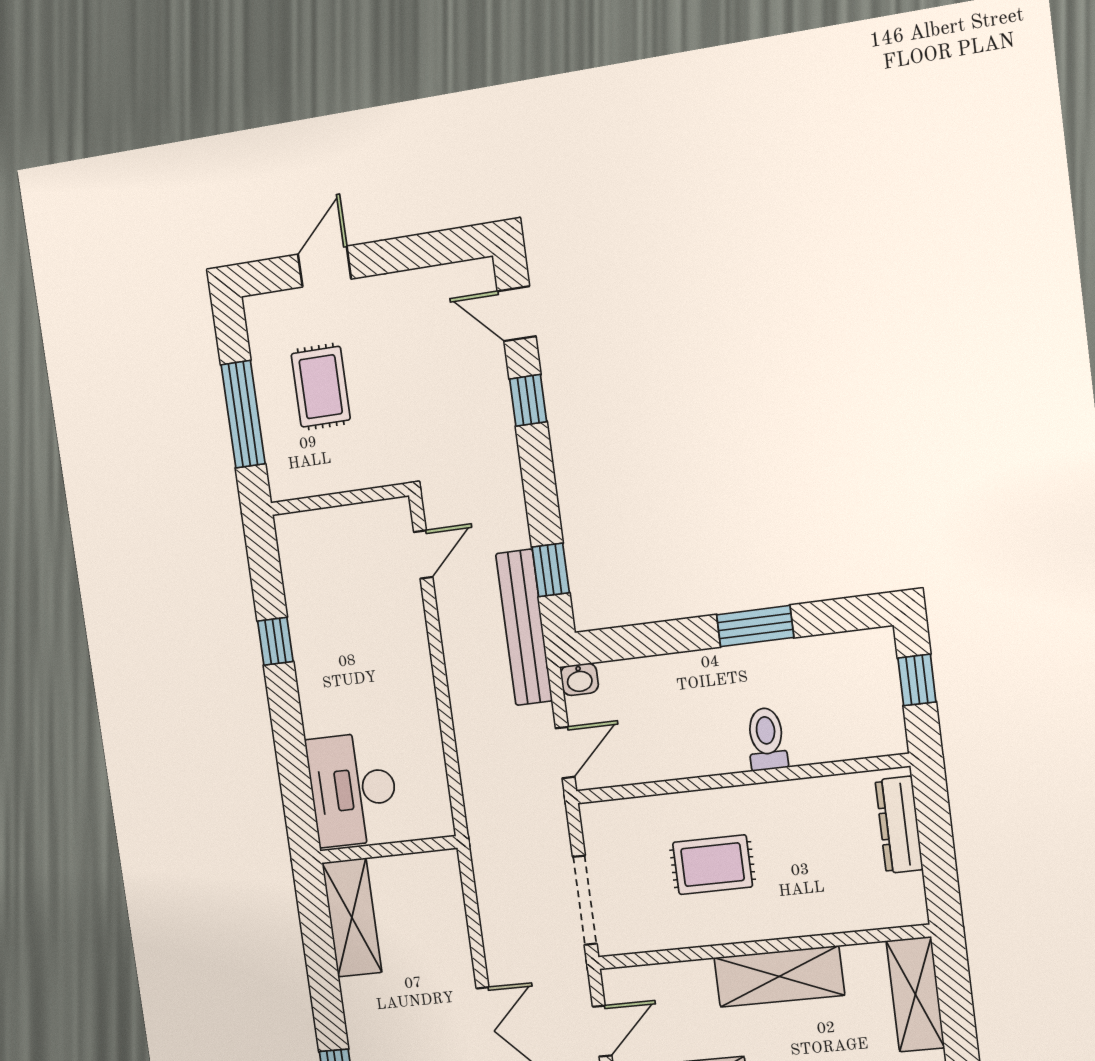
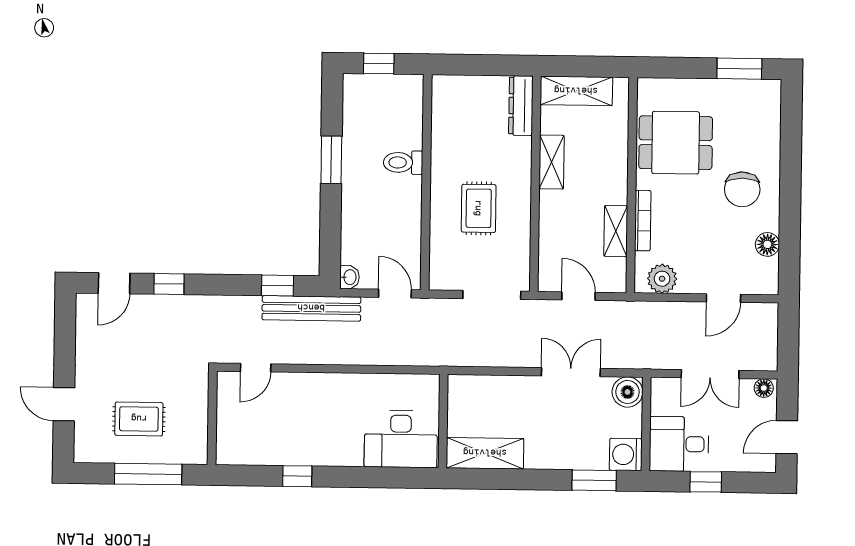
door: (423, 555) -> (256, 368), swing flipped
dresser: (899, 825) -> (521, 106), moved, turned 90
shelving: (779, 976) -> (552, 162), width x0.67, depth x0.75

